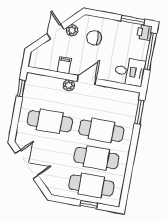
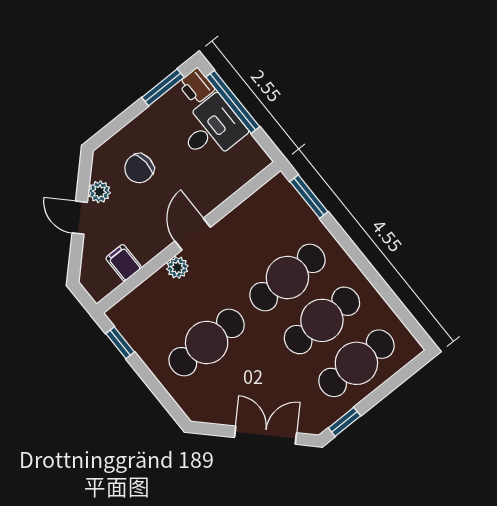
filing cabinet: (64, 65) -> (124, 263), moved
desk: (130, 72) -> (212, 129), moved
double door: (27, 164) -> (266, 435), moved
window: (89, 205) -> (344, 422), moved

